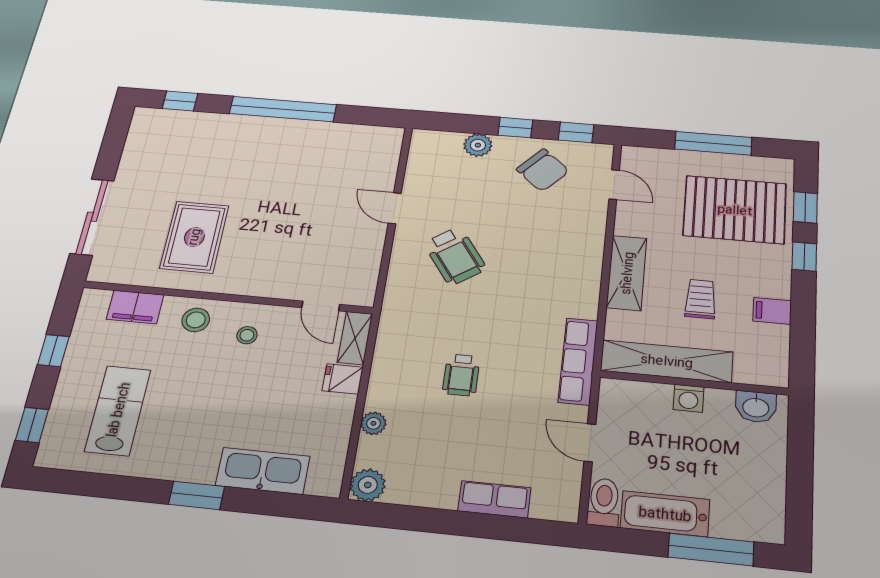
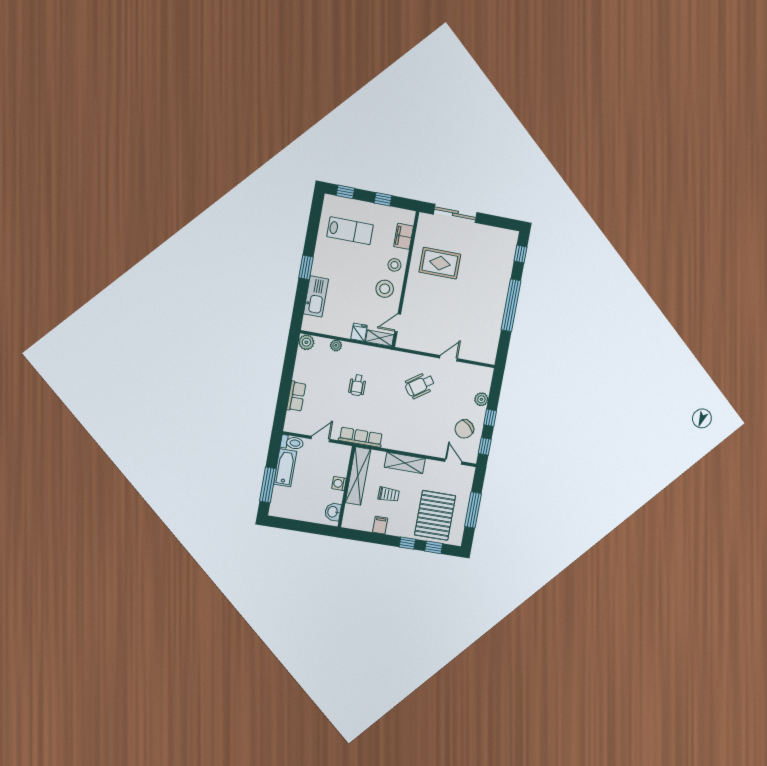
door: (614, 184) -> (453, 462), swing flipped
stool: (247, 335) -> (385, 289), width x1.89, depth x1.89
wheelchair: (461, 375) -> (357, 385), turned -90

